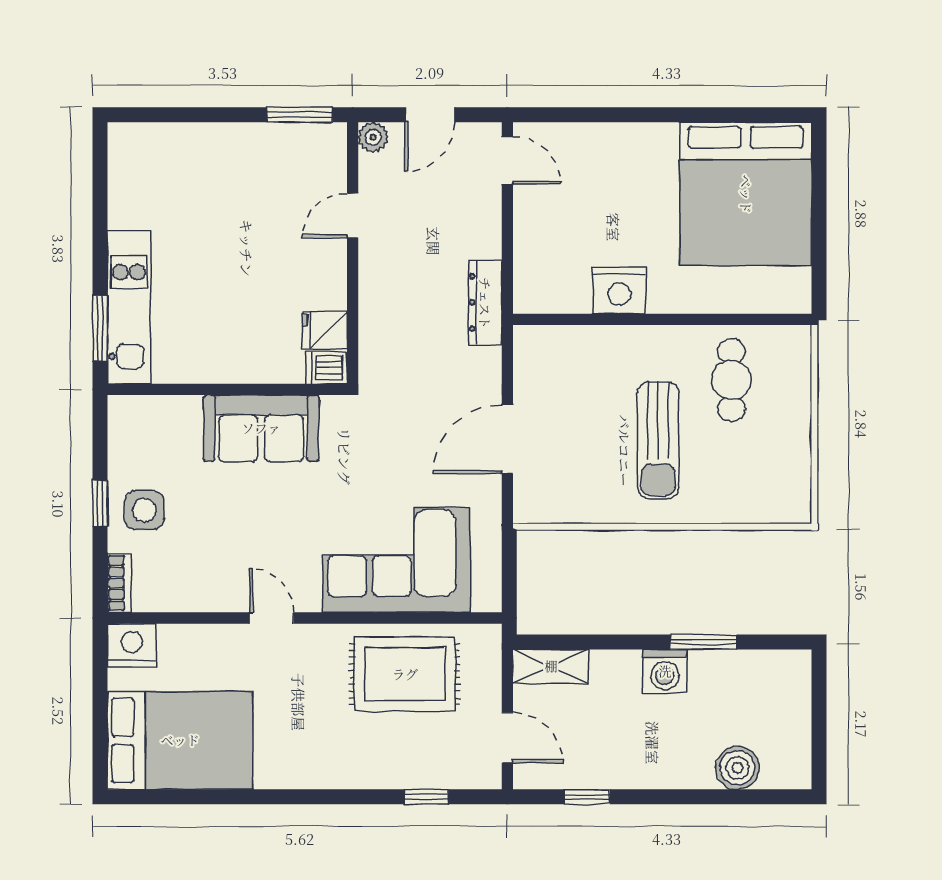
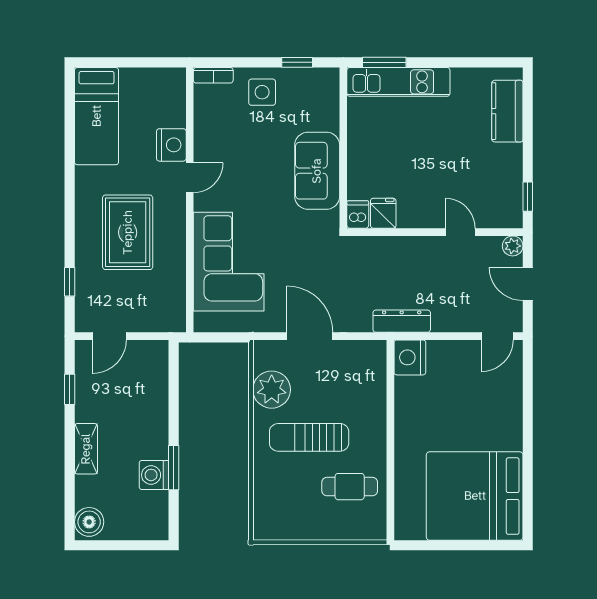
window: (300, 115) -> (528, 197), width x0.67
kitchen counter: (172, 145) -> (507, 111), added
nightstand: (619, 290) -> (410, 357), moved
plant: (587, 496) -> (272, 390), added
window: (100, 503) -> (297, 62), moved
nightstand: (132, 645) -> (171, 145), moved
shelving: (551, 666) -> (86, 449), moved
washing machine: (665, 671) -> (154, 475), moved
rug: (405, 674) -> (128, 232), moved
bed: (180, 740) -> (97, 116), width x0.67
boiler: (737, 768) -> (89, 522), moved

